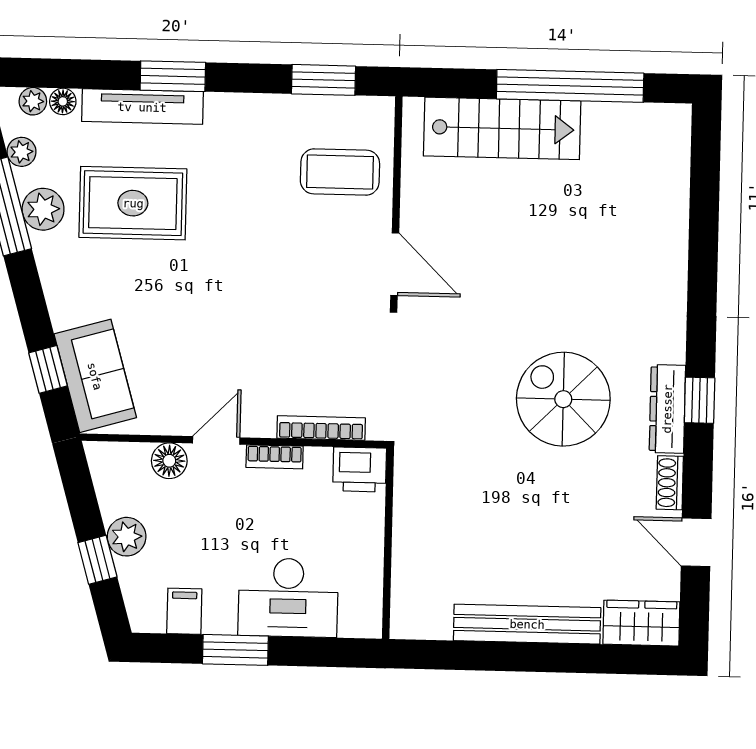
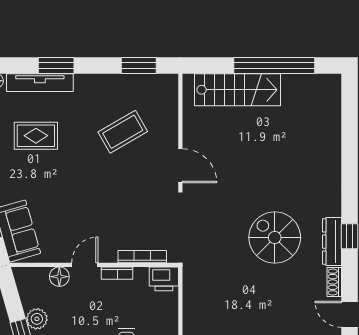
coffee table: (340, 172) -> (123, 132), moved, turned -30
rug: (133, 203) -> (36, 136), width x0.73, depth x0.70

